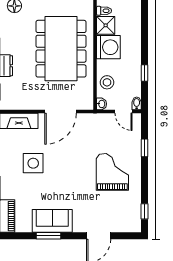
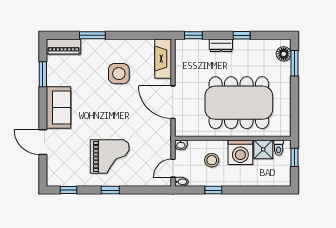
stool: (107, 82) -> (212, 160), moved
window: (144, 148) -> (110, 190), moved
sofa: (52, 221) -> (58, 107), moved
window: (48, 236) -> (43, 74), moved

